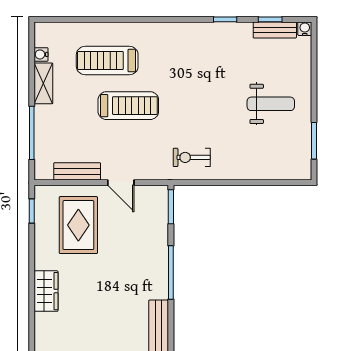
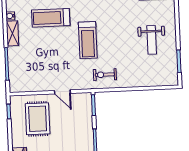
weight bench: (271, 104) -> (152, 40), turned 90
treadmill: (128, 106) -> (88, 40), moved, turned 90
bench: (77, 171) -> (35, 86), removed

